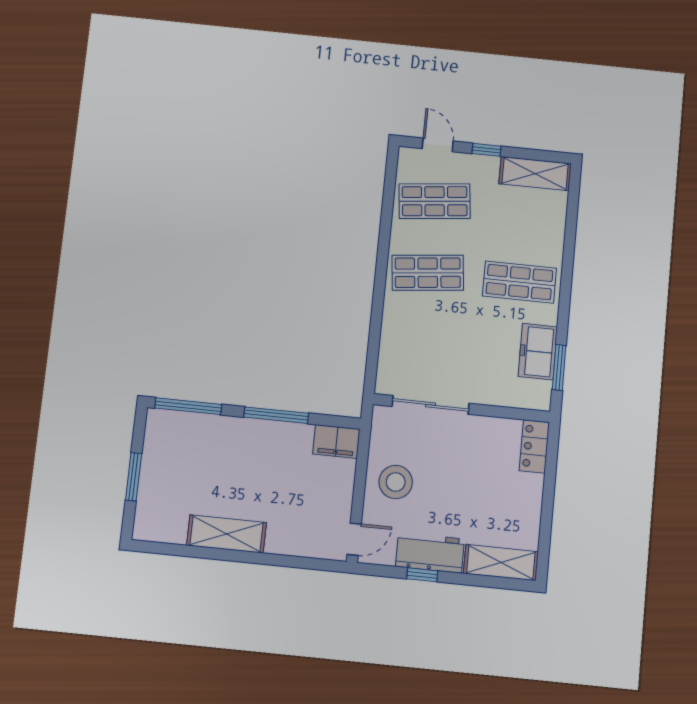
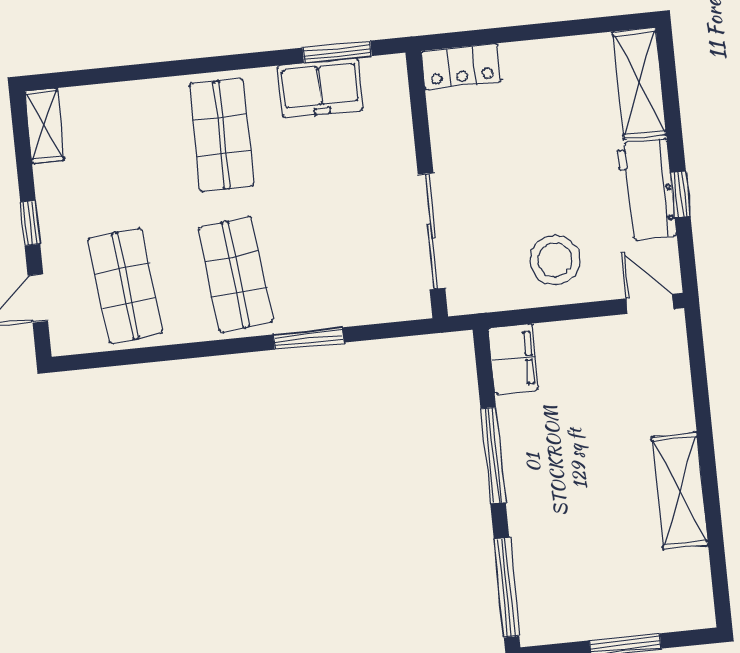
shelving: (535, 174) -> (44, 126), width x0.67, depth x0.75
window: (377, 311) -> (308, 338), added

